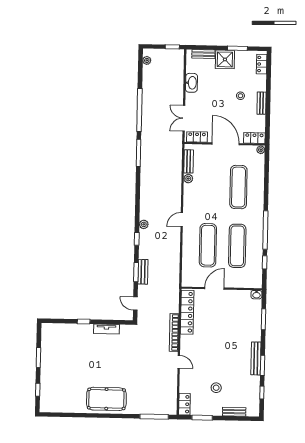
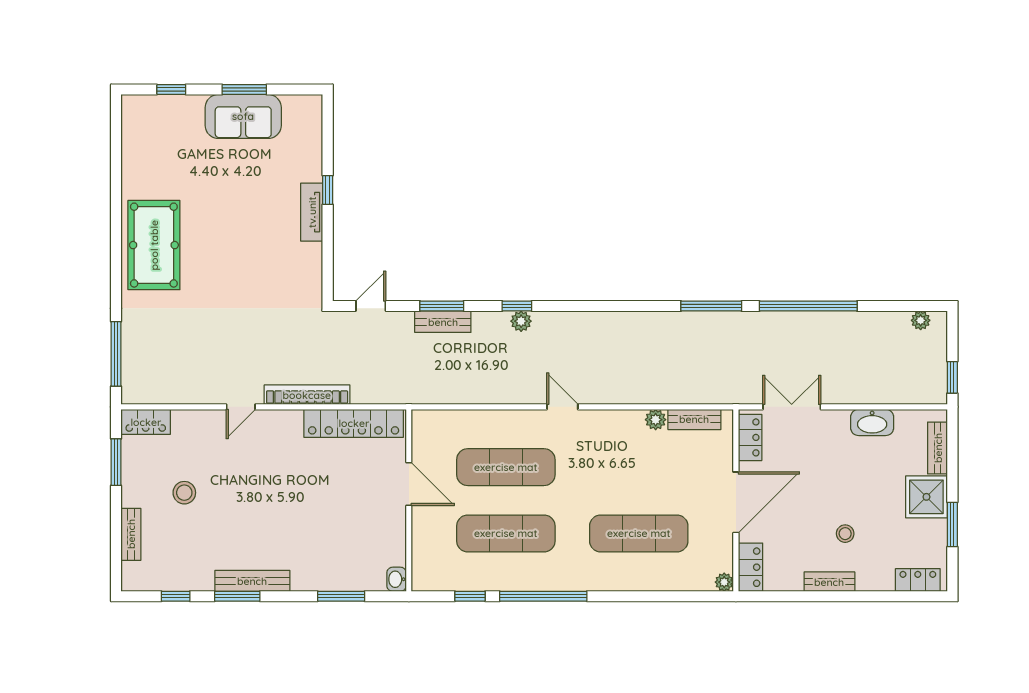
plant: (144, 224) -> (521, 321), moved
tv unit: (106, 329) -> (312, 212), moved
sofa: (50, 358) -> (243, 116), added

